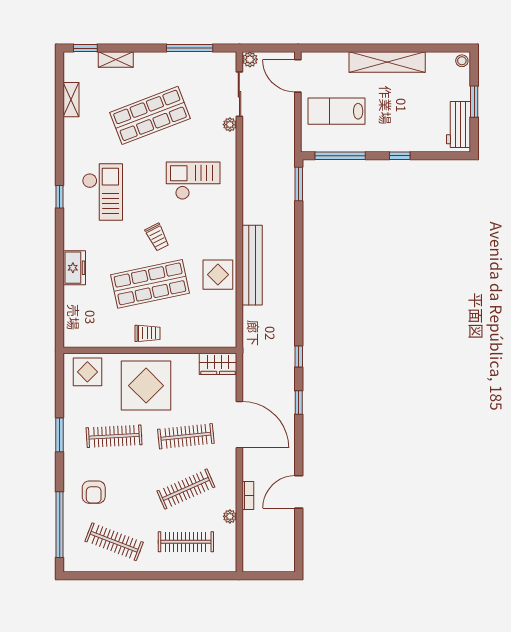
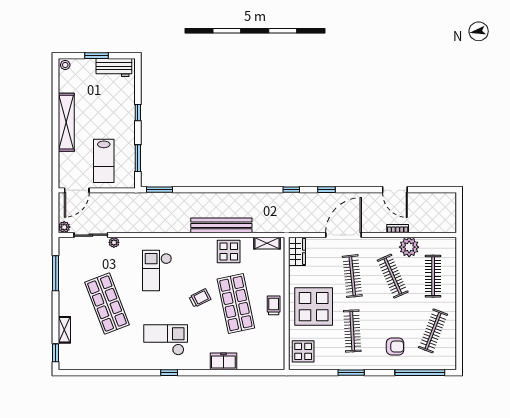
shelving: (71, 100) -> (267, 243), moved
window: (340, 156) -> (138, 158), width x0.69
plant: (230, 516) -> (409, 247), width x1.88, depth x1.88

